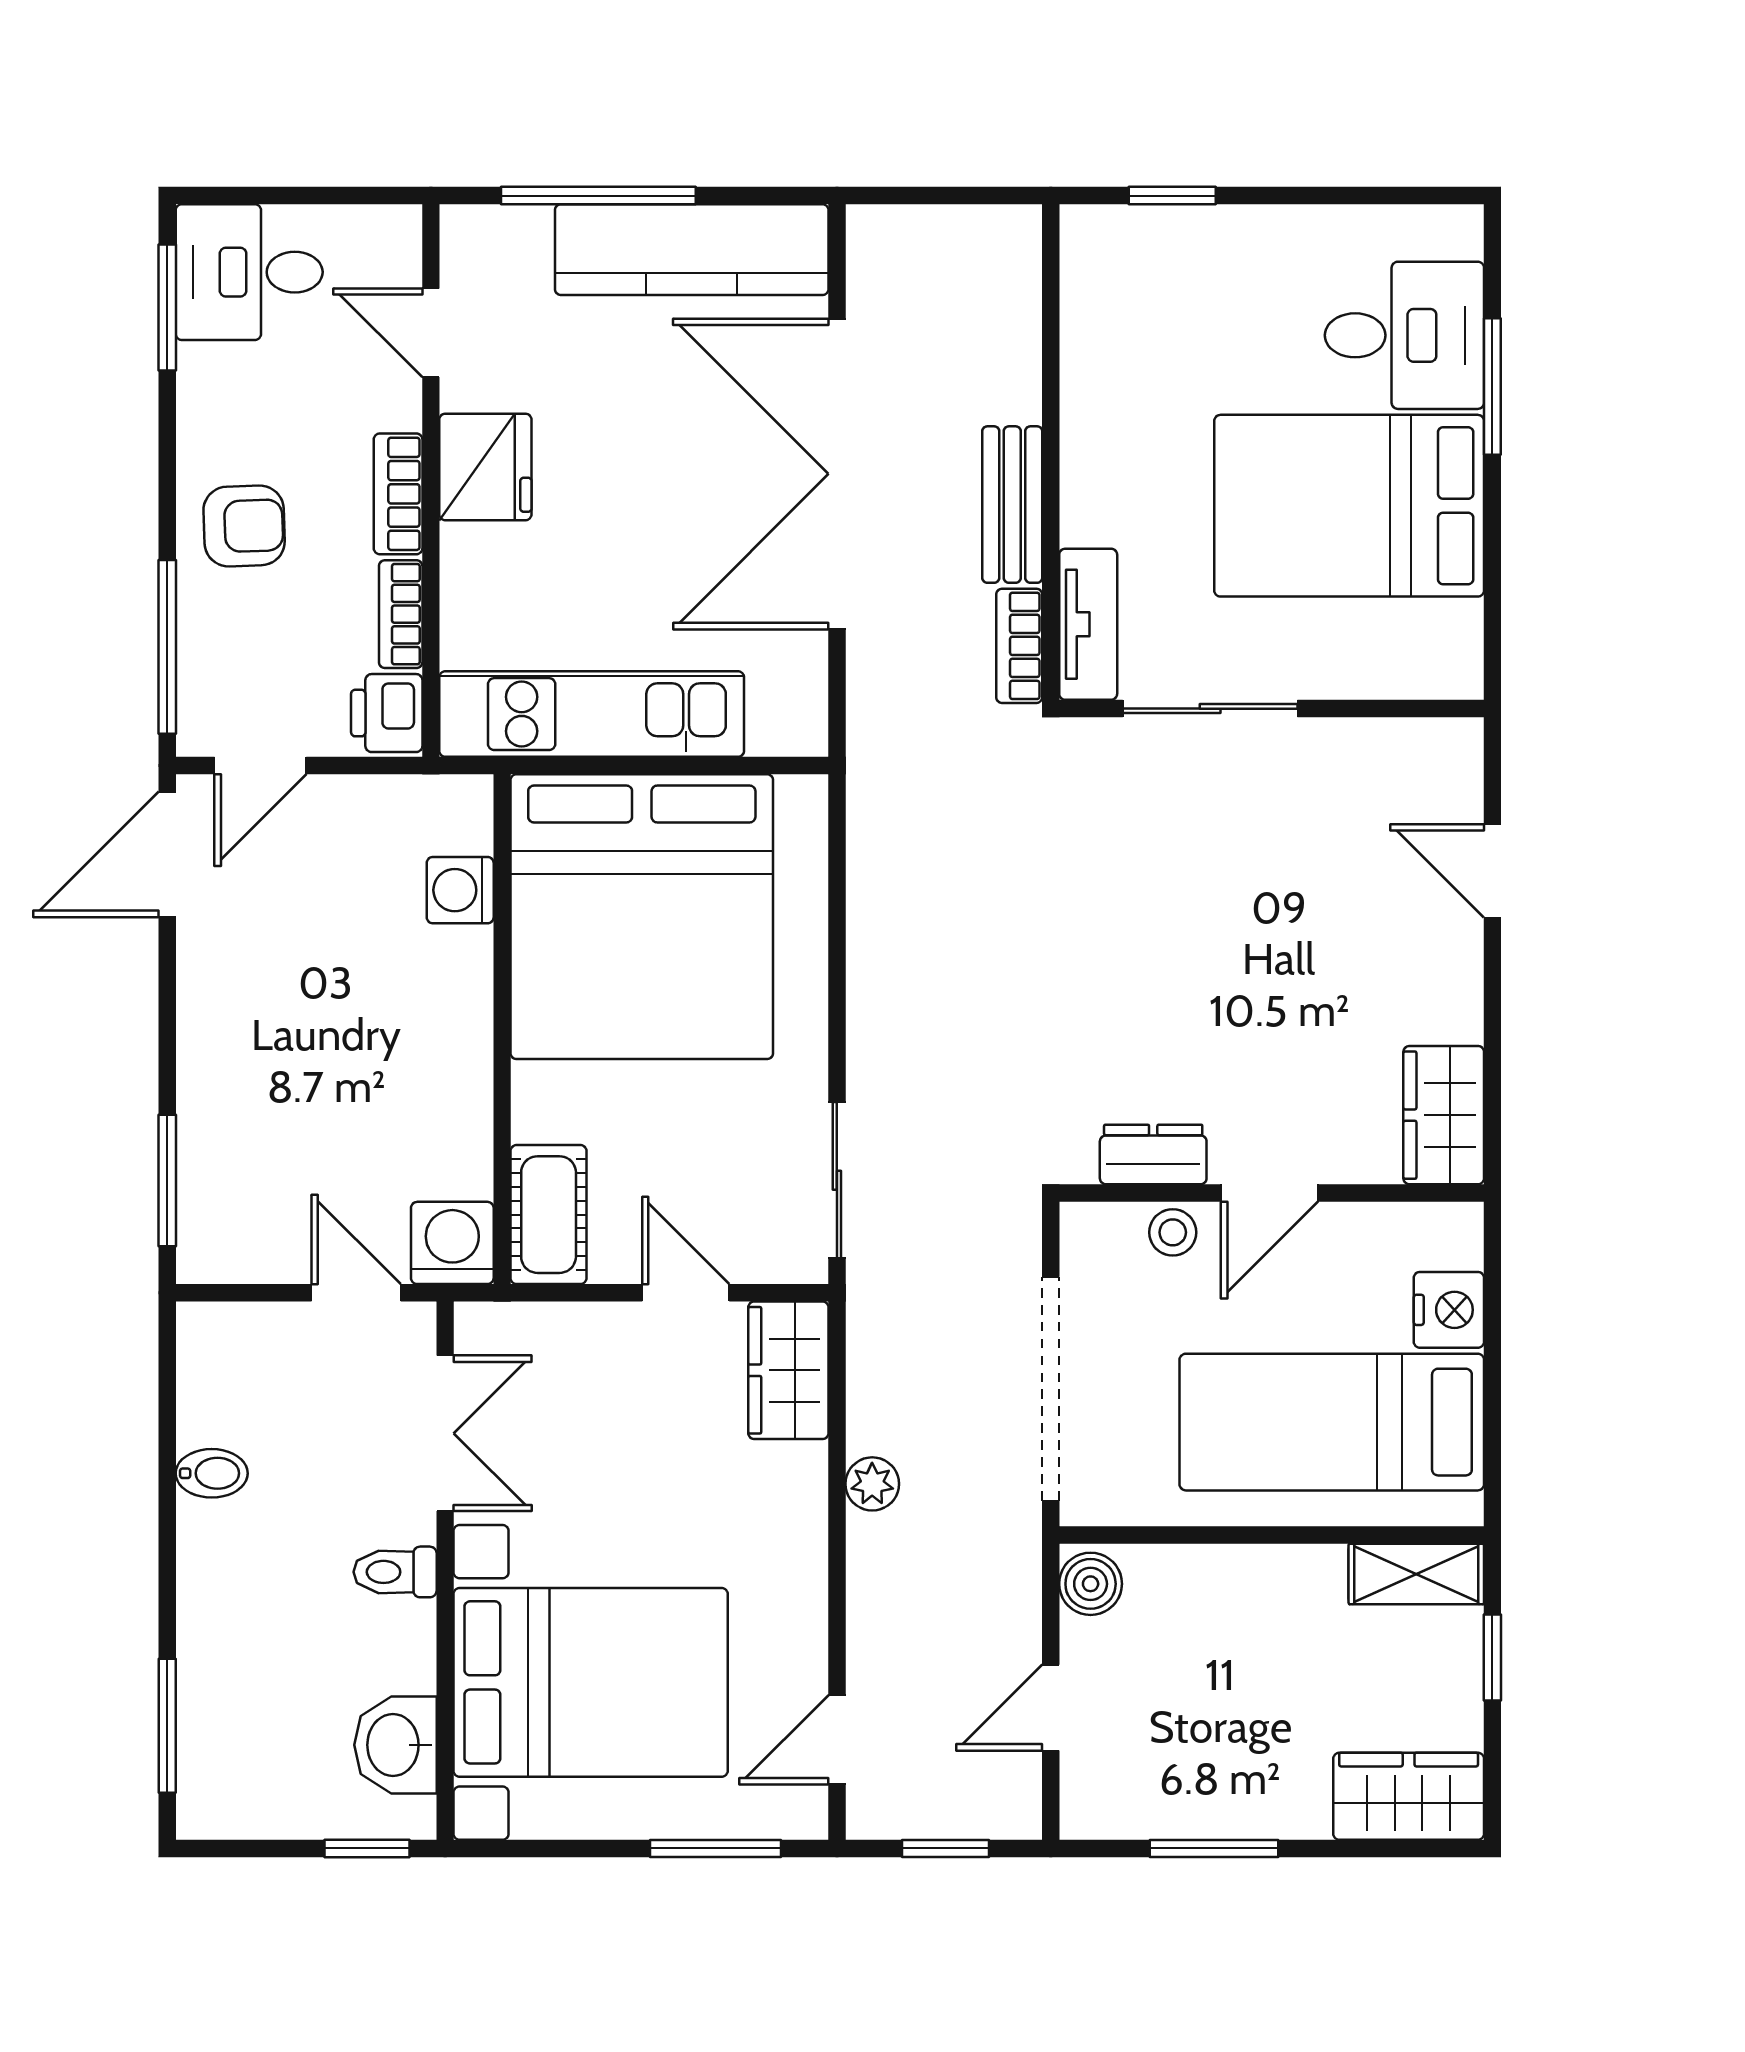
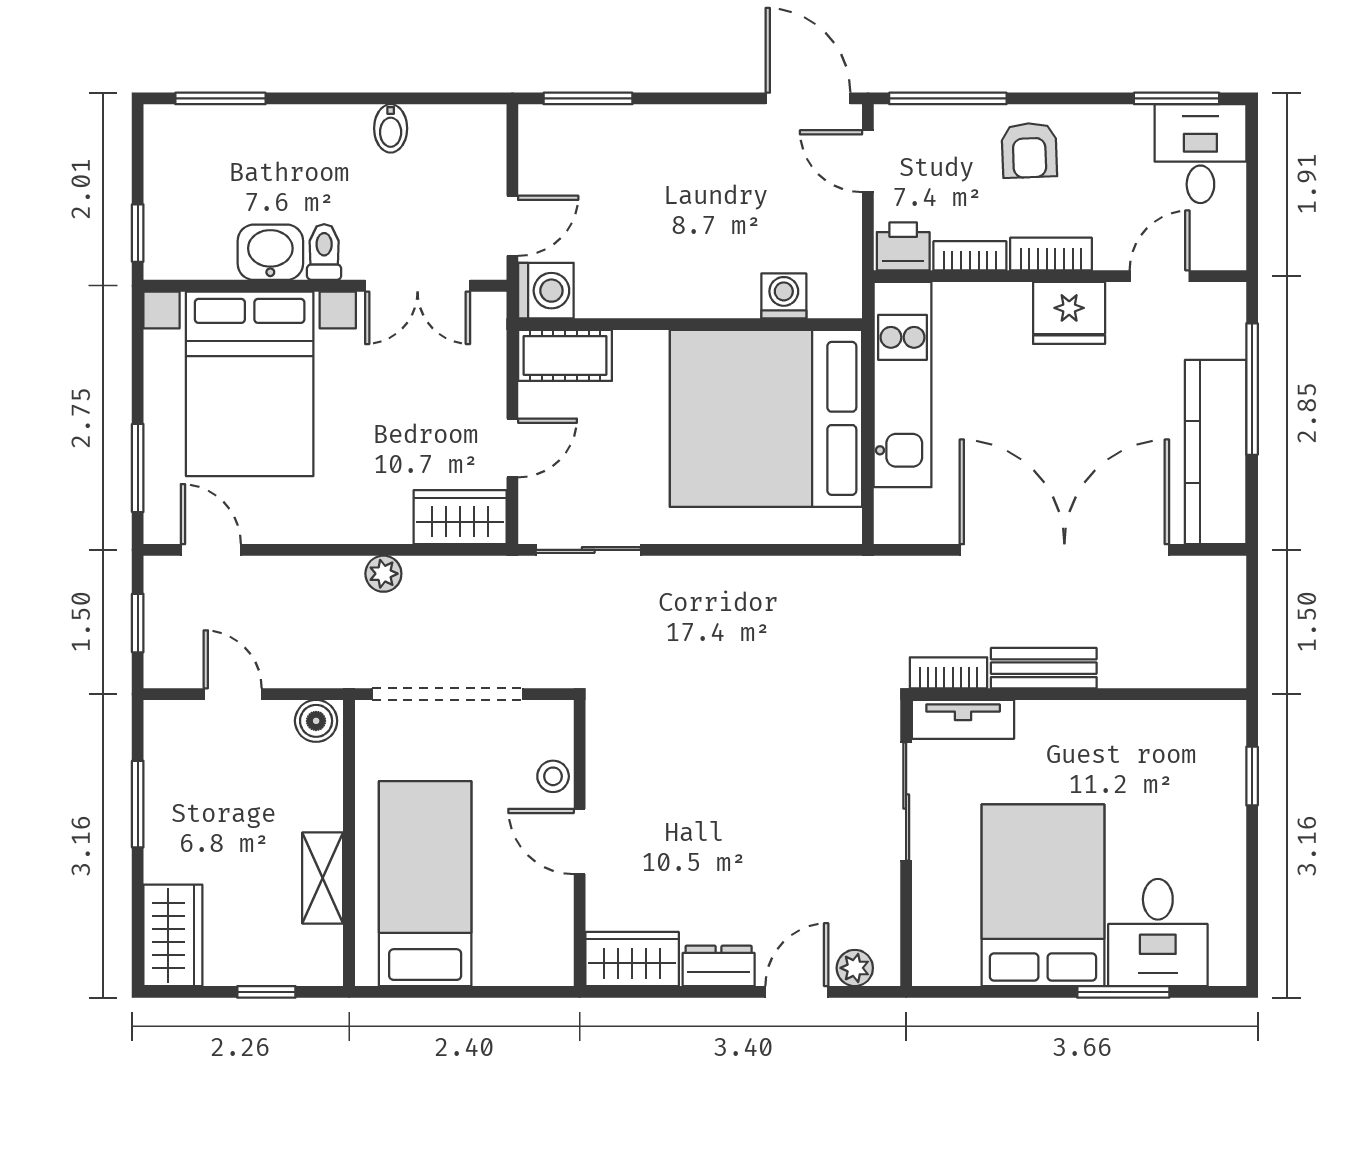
plant: (1457, 785) -> (855, 968), added
dresser: (1153, 1154) -> (719, 966), moved, turned -90
nightstand: (1449, 1310) -> (501, 963), removed
shelving: (1416, 1574) -> (323, 878), moved
washbasin: (395, 1745) -> (270, 252), moved

